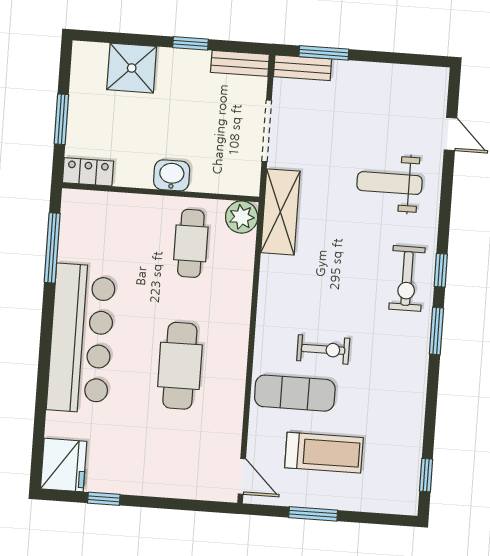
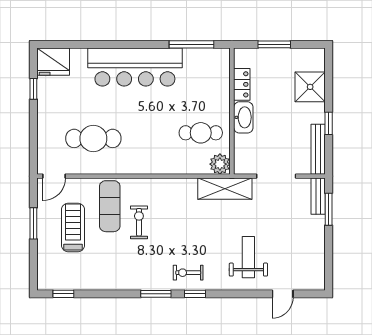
bench: (240, 63) -> (318, 149), width x1.36
locker: (88, 172) -> (242, 84), moved
washbasin: (172, 175) -> (243, 117), width x1.38
exercise bike: (407, 278) -> (188, 273), width x0.73, depth x0.72
exercise bike: (323, 349) -> (139, 222), turned 180
cafe table: (180, 366) -> (93, 138), moved
treadmill: (324, 453) -> (73, 227), turned 180

